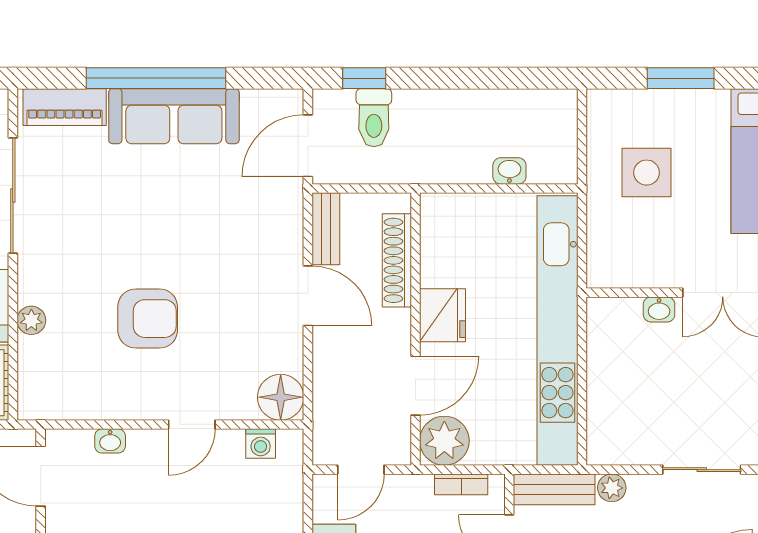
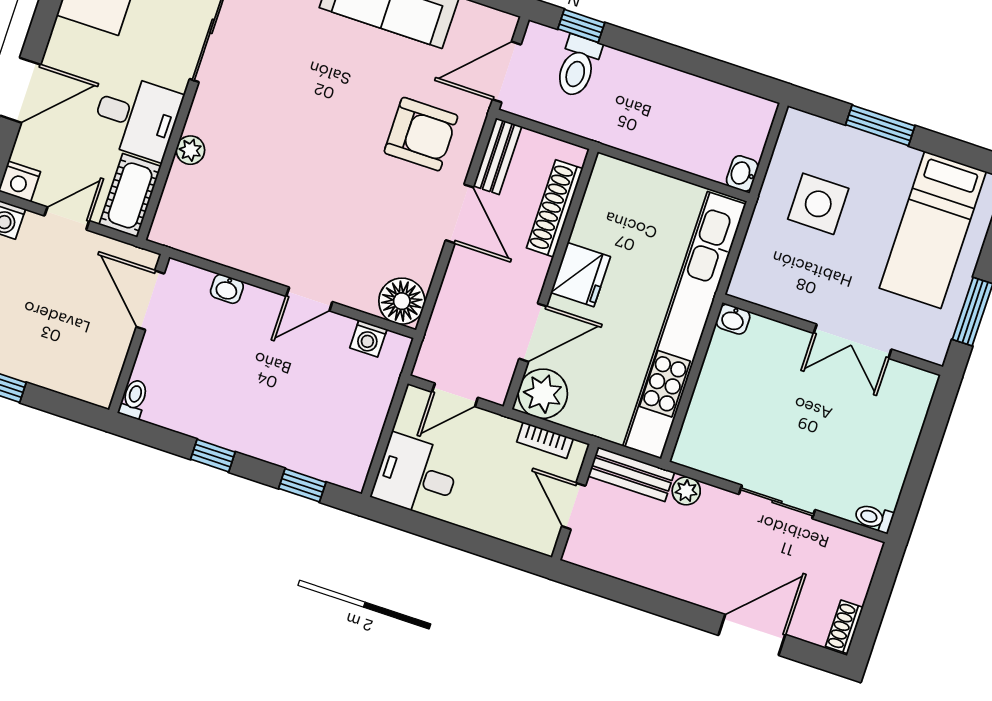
washbasin: (509, 171) -> (742, 174), moved, turned -90
washbasin: (659, 309) -> (733, 319), moved
armchair: (148, 319) -> (421, 134), moved

